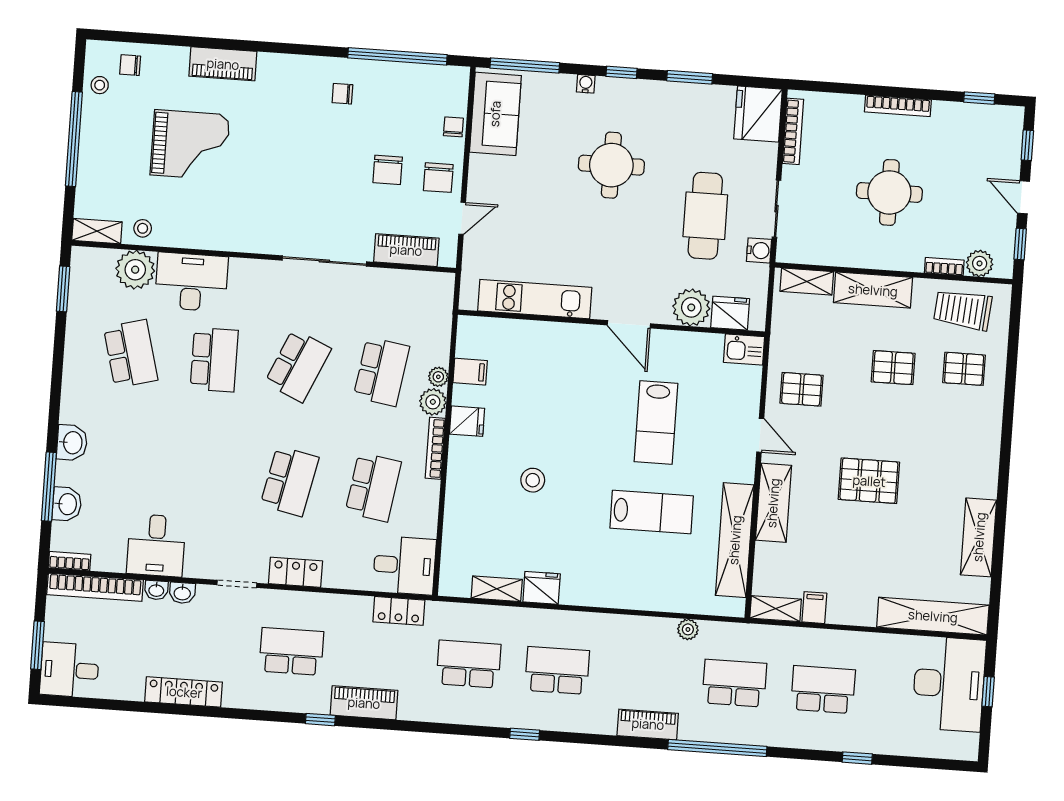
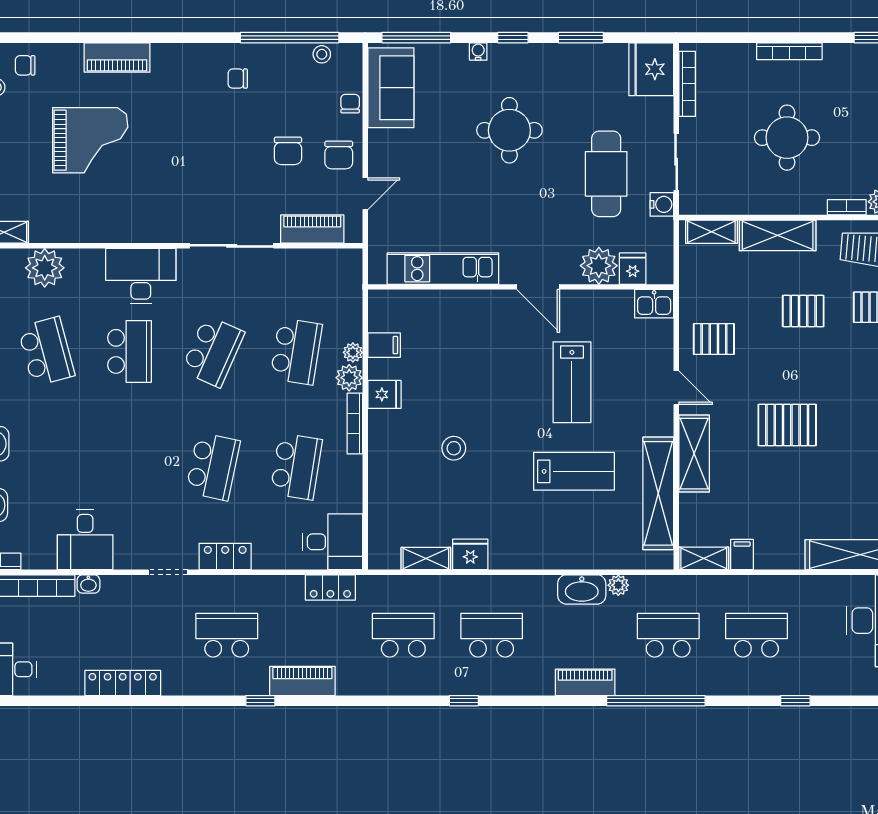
stool: (143, 228) -> (322, 54), moved
desk: (191, 282) -> (141, 276), moved
fridge: (730, 313) -> (633, 269), width x0.72
washbasin: (182, 593) -> (582, 589), moved, width x1.91, depth x1.45

